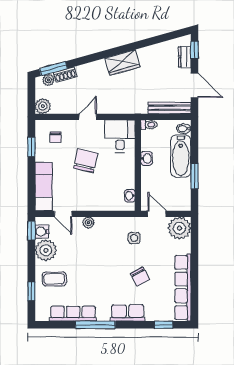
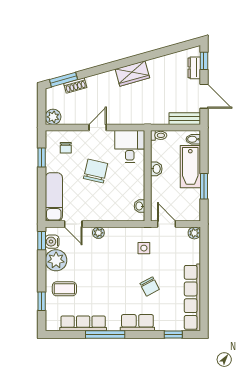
plant: (48, 80) -> (58, 91), removed
bench: (170, 108) -> (185, 119), width x0.73
plant: (179, 228) -> (194, 233), width x0.53, depth x0.53

